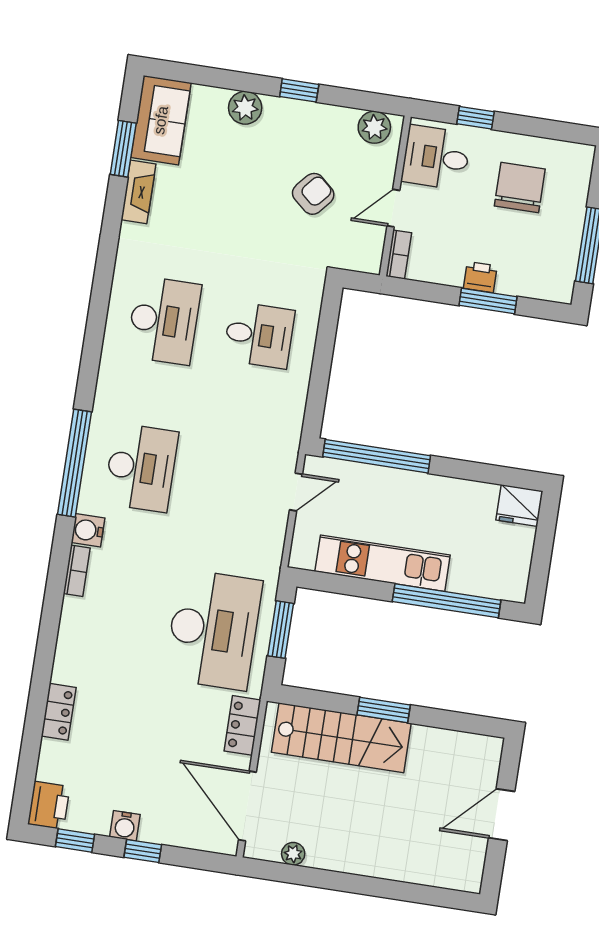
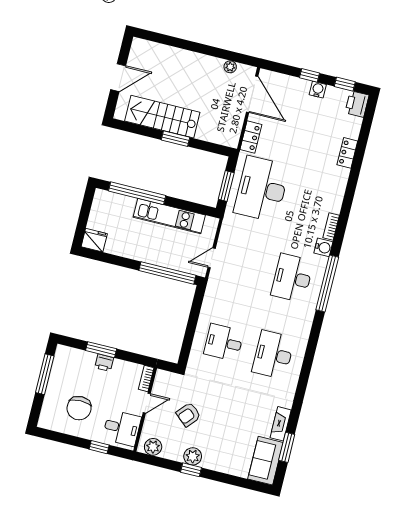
plant: (245, 108) -> (193, 456), moved
stairs: (341, 738) -> (162, 117), moved

